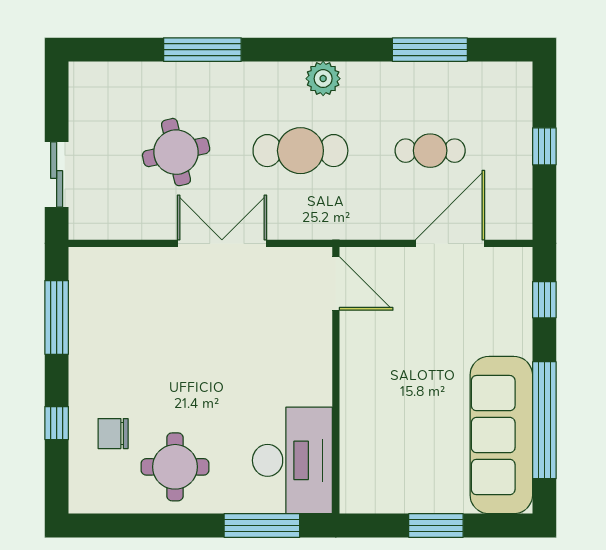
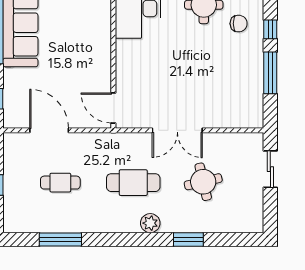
window: (202, 50) -> (188, 239), width x0.69
plant: (323, 79) -> (150, 223), moved
door: (450, 243) -> (49, 130), swing flipped
window: (57, 317) -> (270, 73), moved

